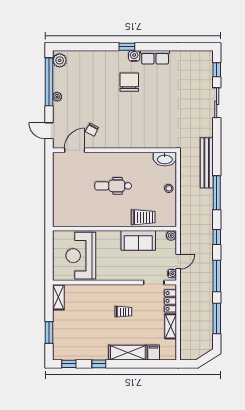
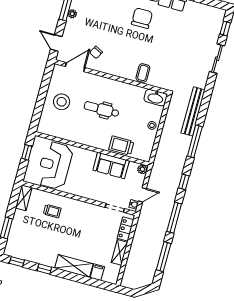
coffee table: (145, 138) -> (143, 73), added
stool: (70, 189) -> (62, 102), added
trolley: (143, 217) -> (121, 145), turned 180
window: (49, 250) -> (27, 152), added
trolley: (123, 312) -> (52, 211), moved

